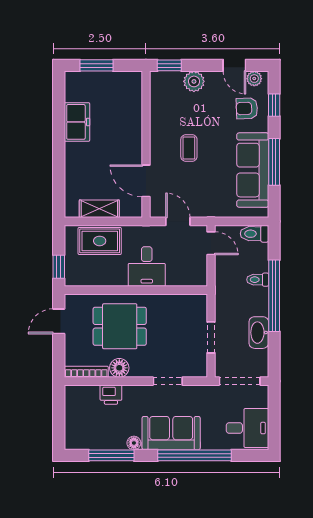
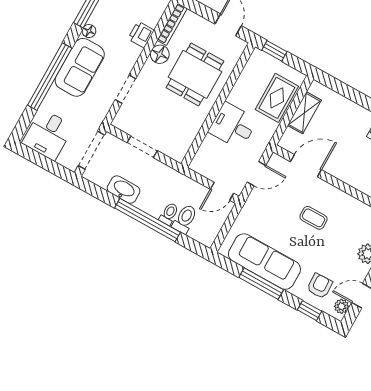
toilet: (254, 234) -> (185, 219), moved

